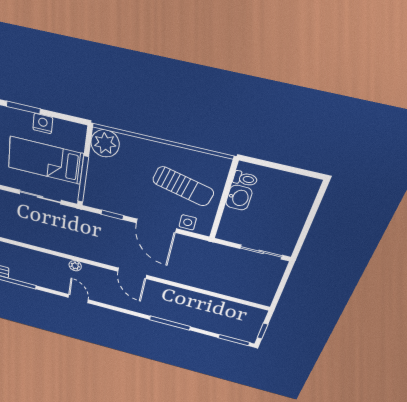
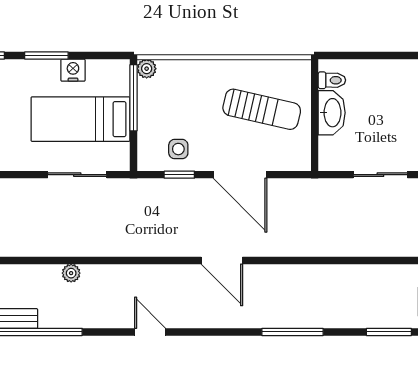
plant: (105, 143) -> (147, 69), width x0.53, depth x0.53
window: (83, 179) -> (133, 98), moved
washbasin: (239, 198) -> (332, 113), width x1.38
side table: (188, 222) -> (178, 149), moved
plant: (75, 266) -> (71, 273), moved

